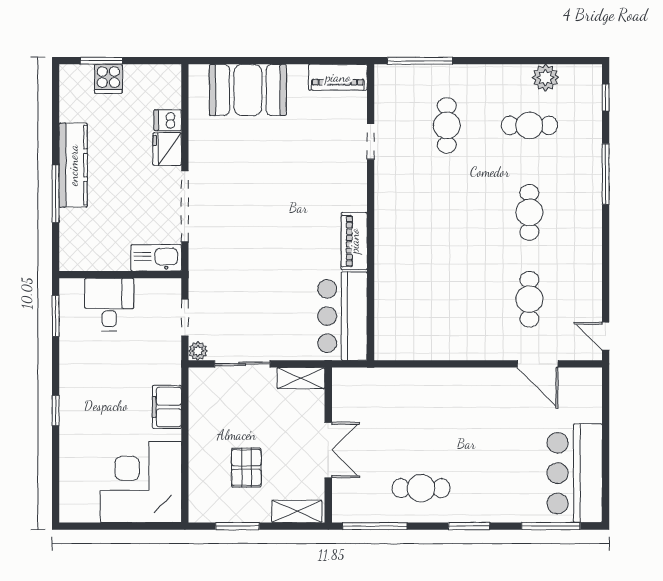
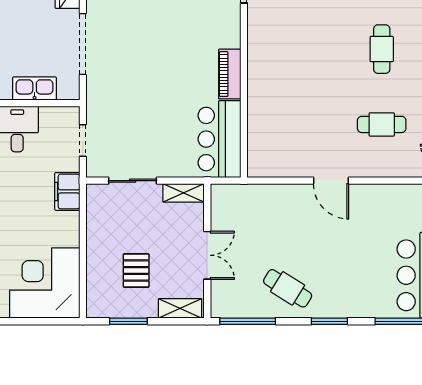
kitchen sink: (156, 258) -> (35, 89), moved
cafe table: (529, 299) -> (382, 124), turned 90
plant: (198, 351) -> (94, 169), removed
door: (538, 364) -> (331, 181), moved
filing cabinet: (167, 407) -> (67, 191), moved
cafe table: (421, 488) -> (288, 288), turned 32

